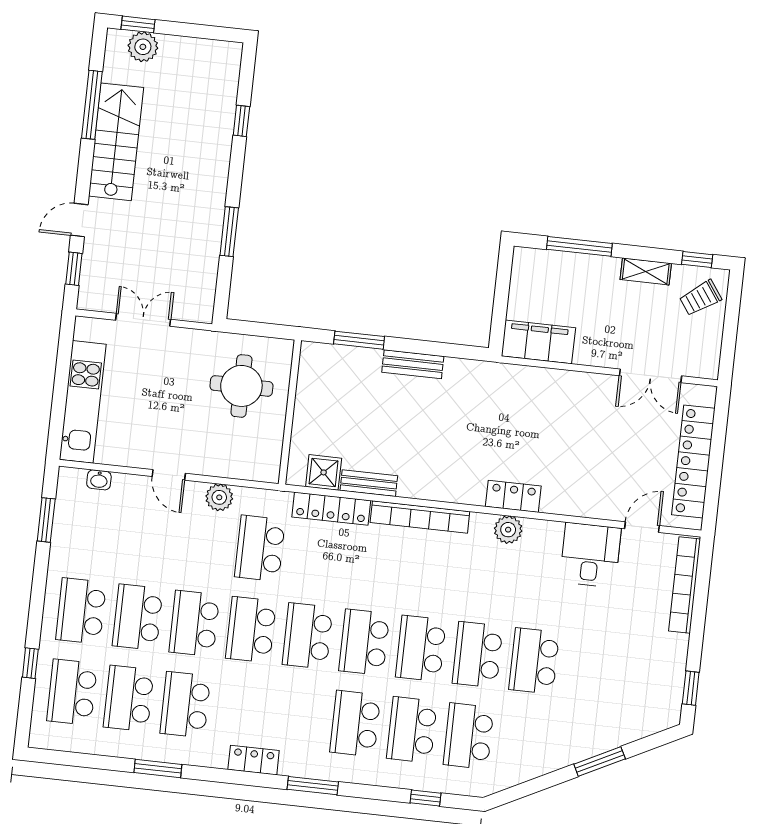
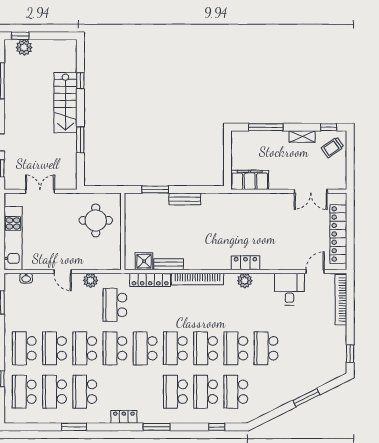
stairs: (116, 142) -> (65, 103), moved, turned 180

